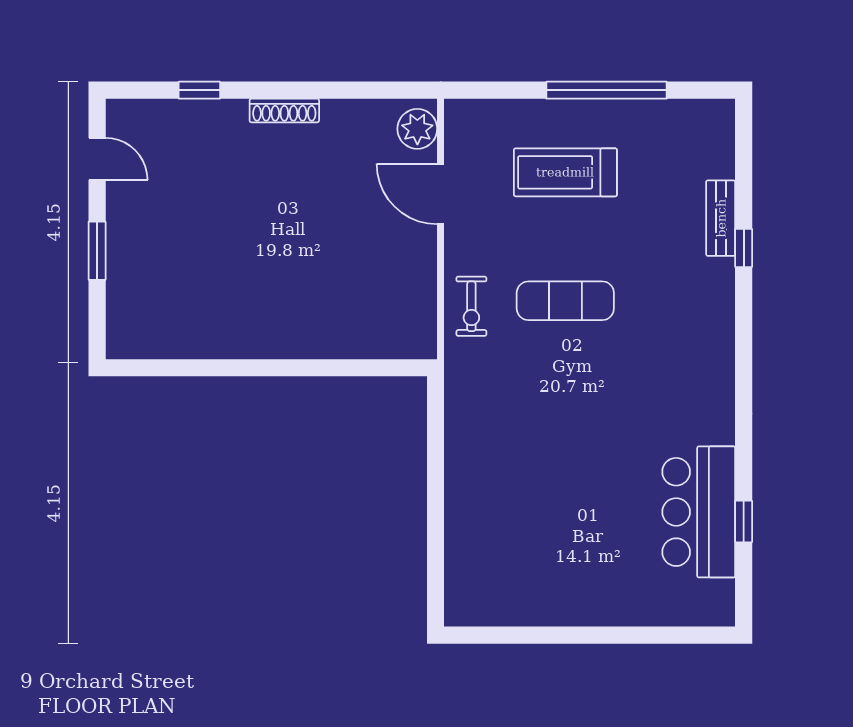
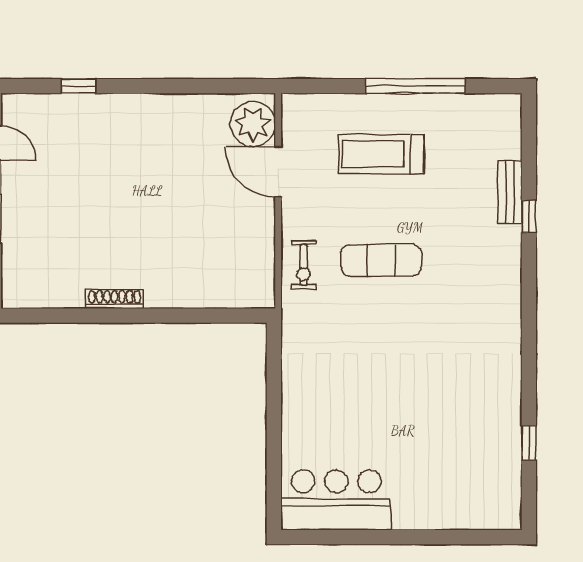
shoe rack: (284, 110) -> (114, 299), moved, turned 180
plant: (417, 129) -> (253, 124), width x1.36, depth x1.36
bar counter: (699, 512) -> (336, 500), moved, turned 90

